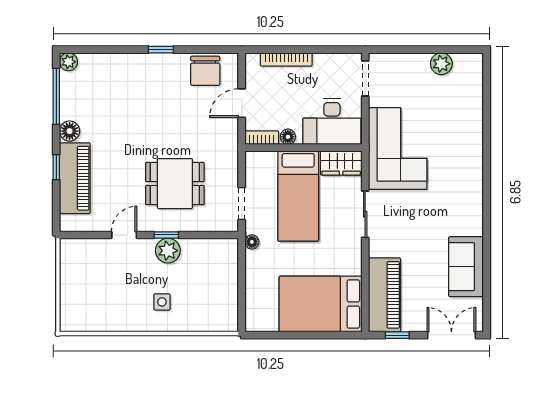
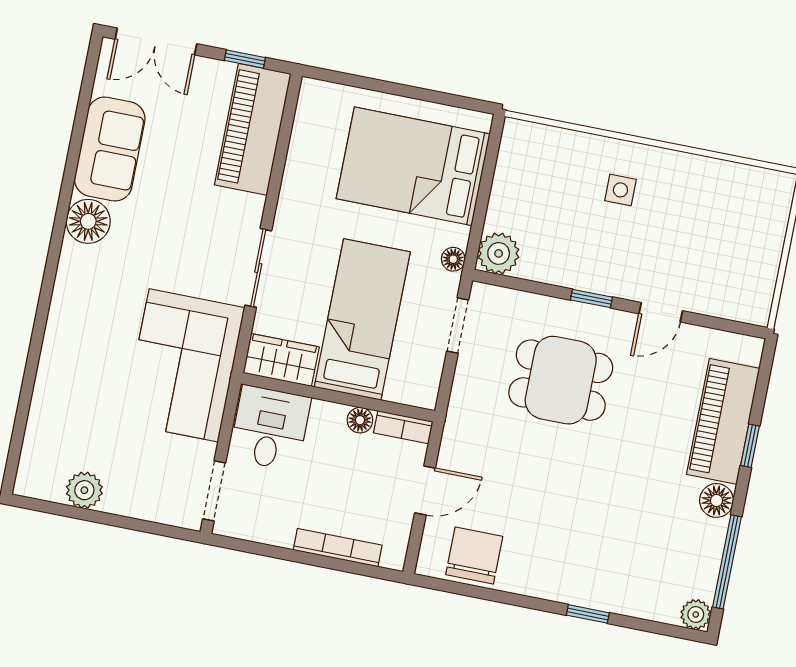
window: (161, 50) -> (588, 614), moved
desk: (332, 122) -> (270, 428), width x0.73
floor lamp: (470, 222) -> (88, 221), added
plant: (168, 251) -> (499, 253), moved
bed: (321, 304) -> (413, 166), moved, turned 180

